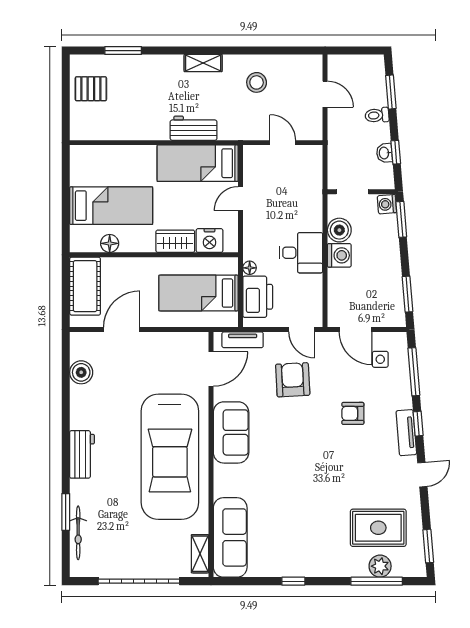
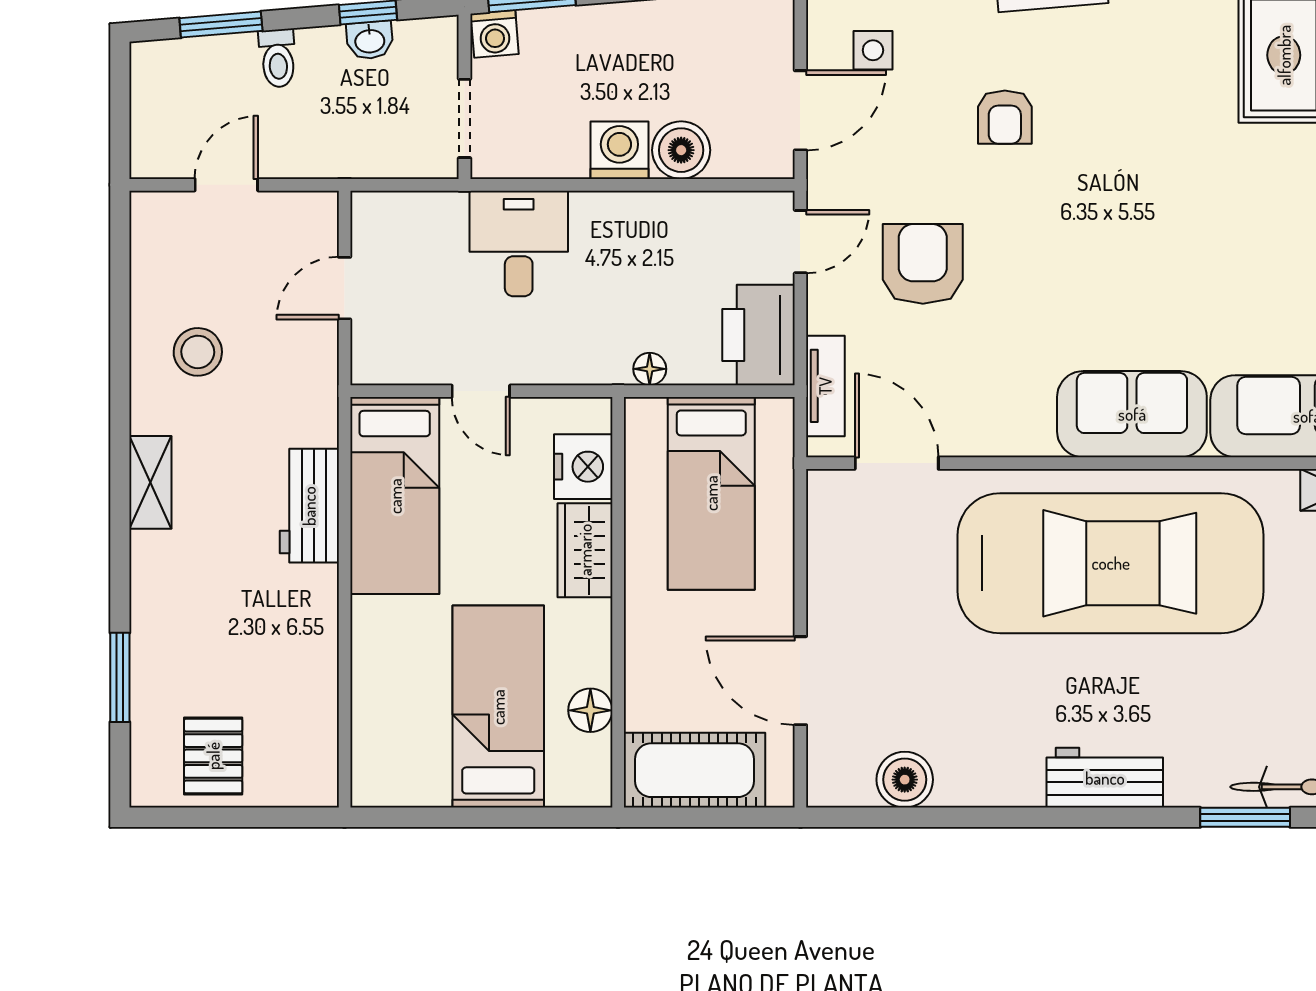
boiler: (339, 230) -> (681, 150), moved
desk: (301, 253) -> (519, 243), moved
printer: (258, 297) -> (759, 335), moved, turned -90
armchair: (293, 380) -> (923, 264), turned 93
sofa: (231, 432) -> (1132, 414), moved

